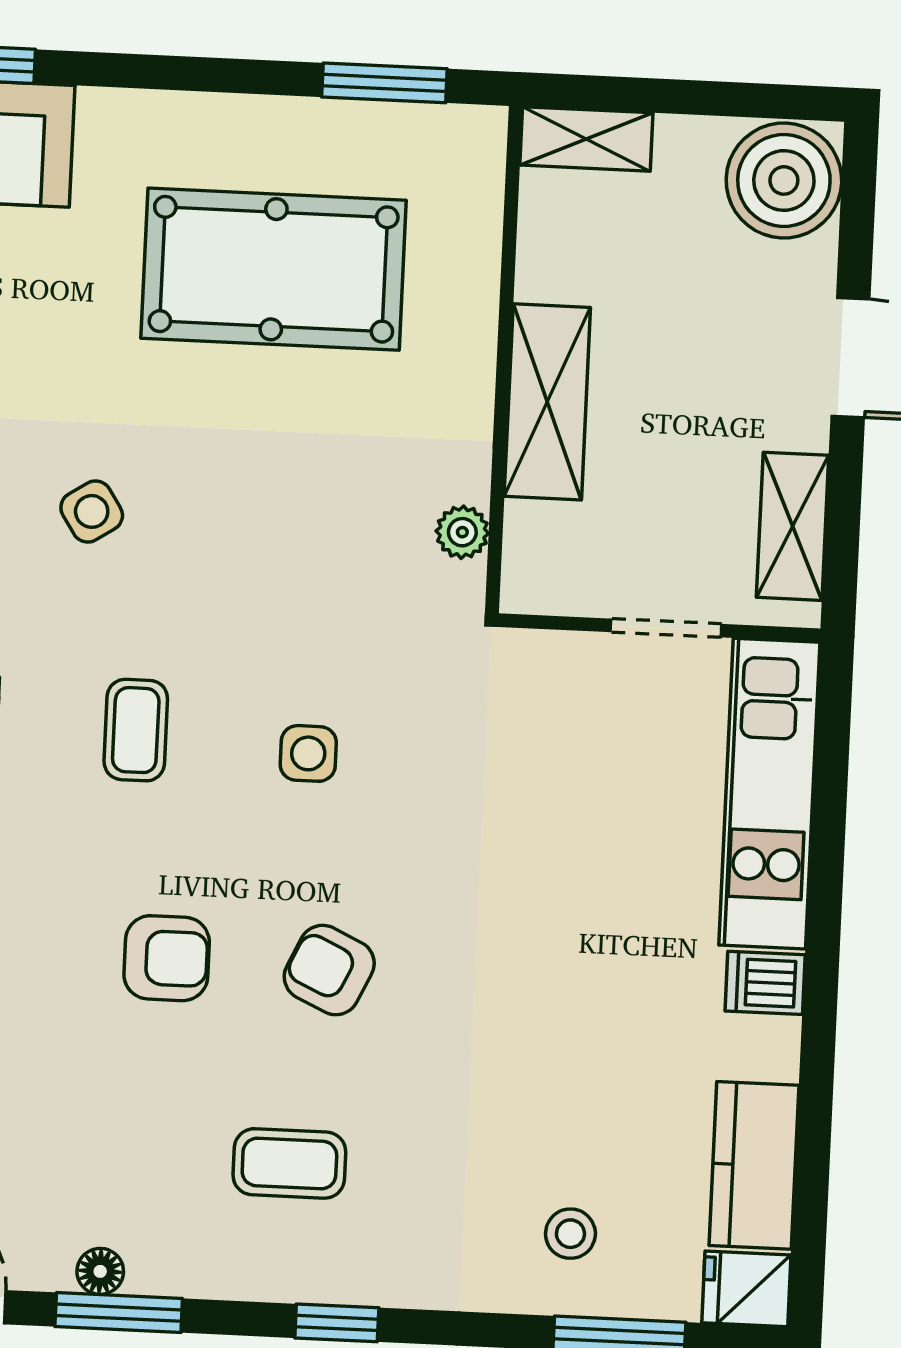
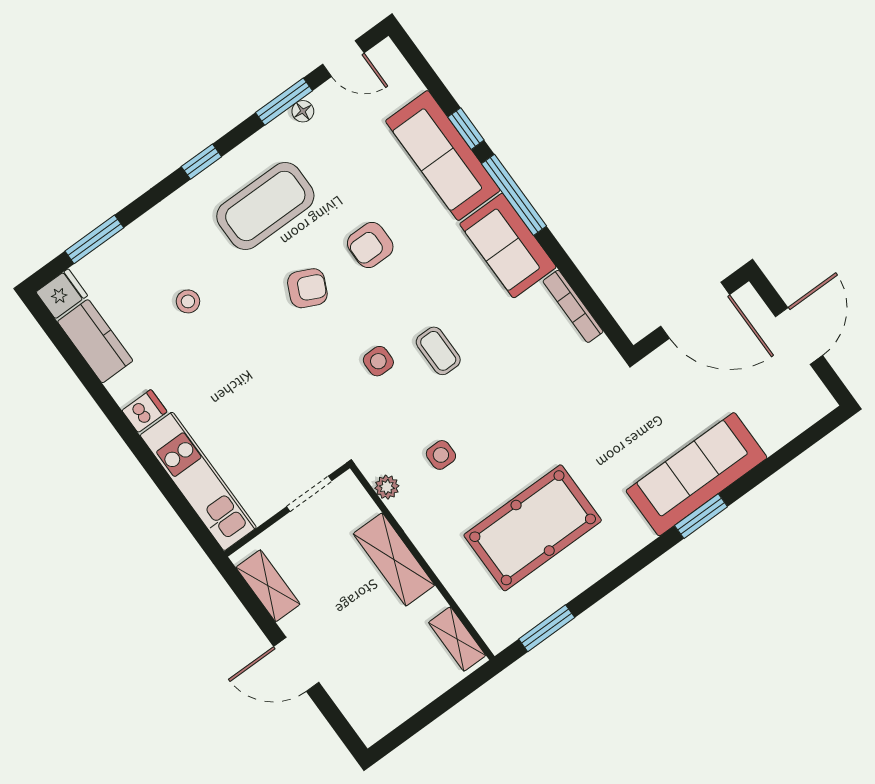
shelving: (586, 139) -> (457, 639), moved, turned 90
boiler: (784, 180) -> (372, 709), removed
side table: (92, 511) -> (441, 455), moved, turned 33
doorway: (666, 628) -> (309, 494), moved
coffee table: (136, 730) -> (438, 351), moved
coffee table: (289, 1163) -> (265, 206), width x1.86, depth x1.72
stool: (570, 1234) -> (188, 301), moved

